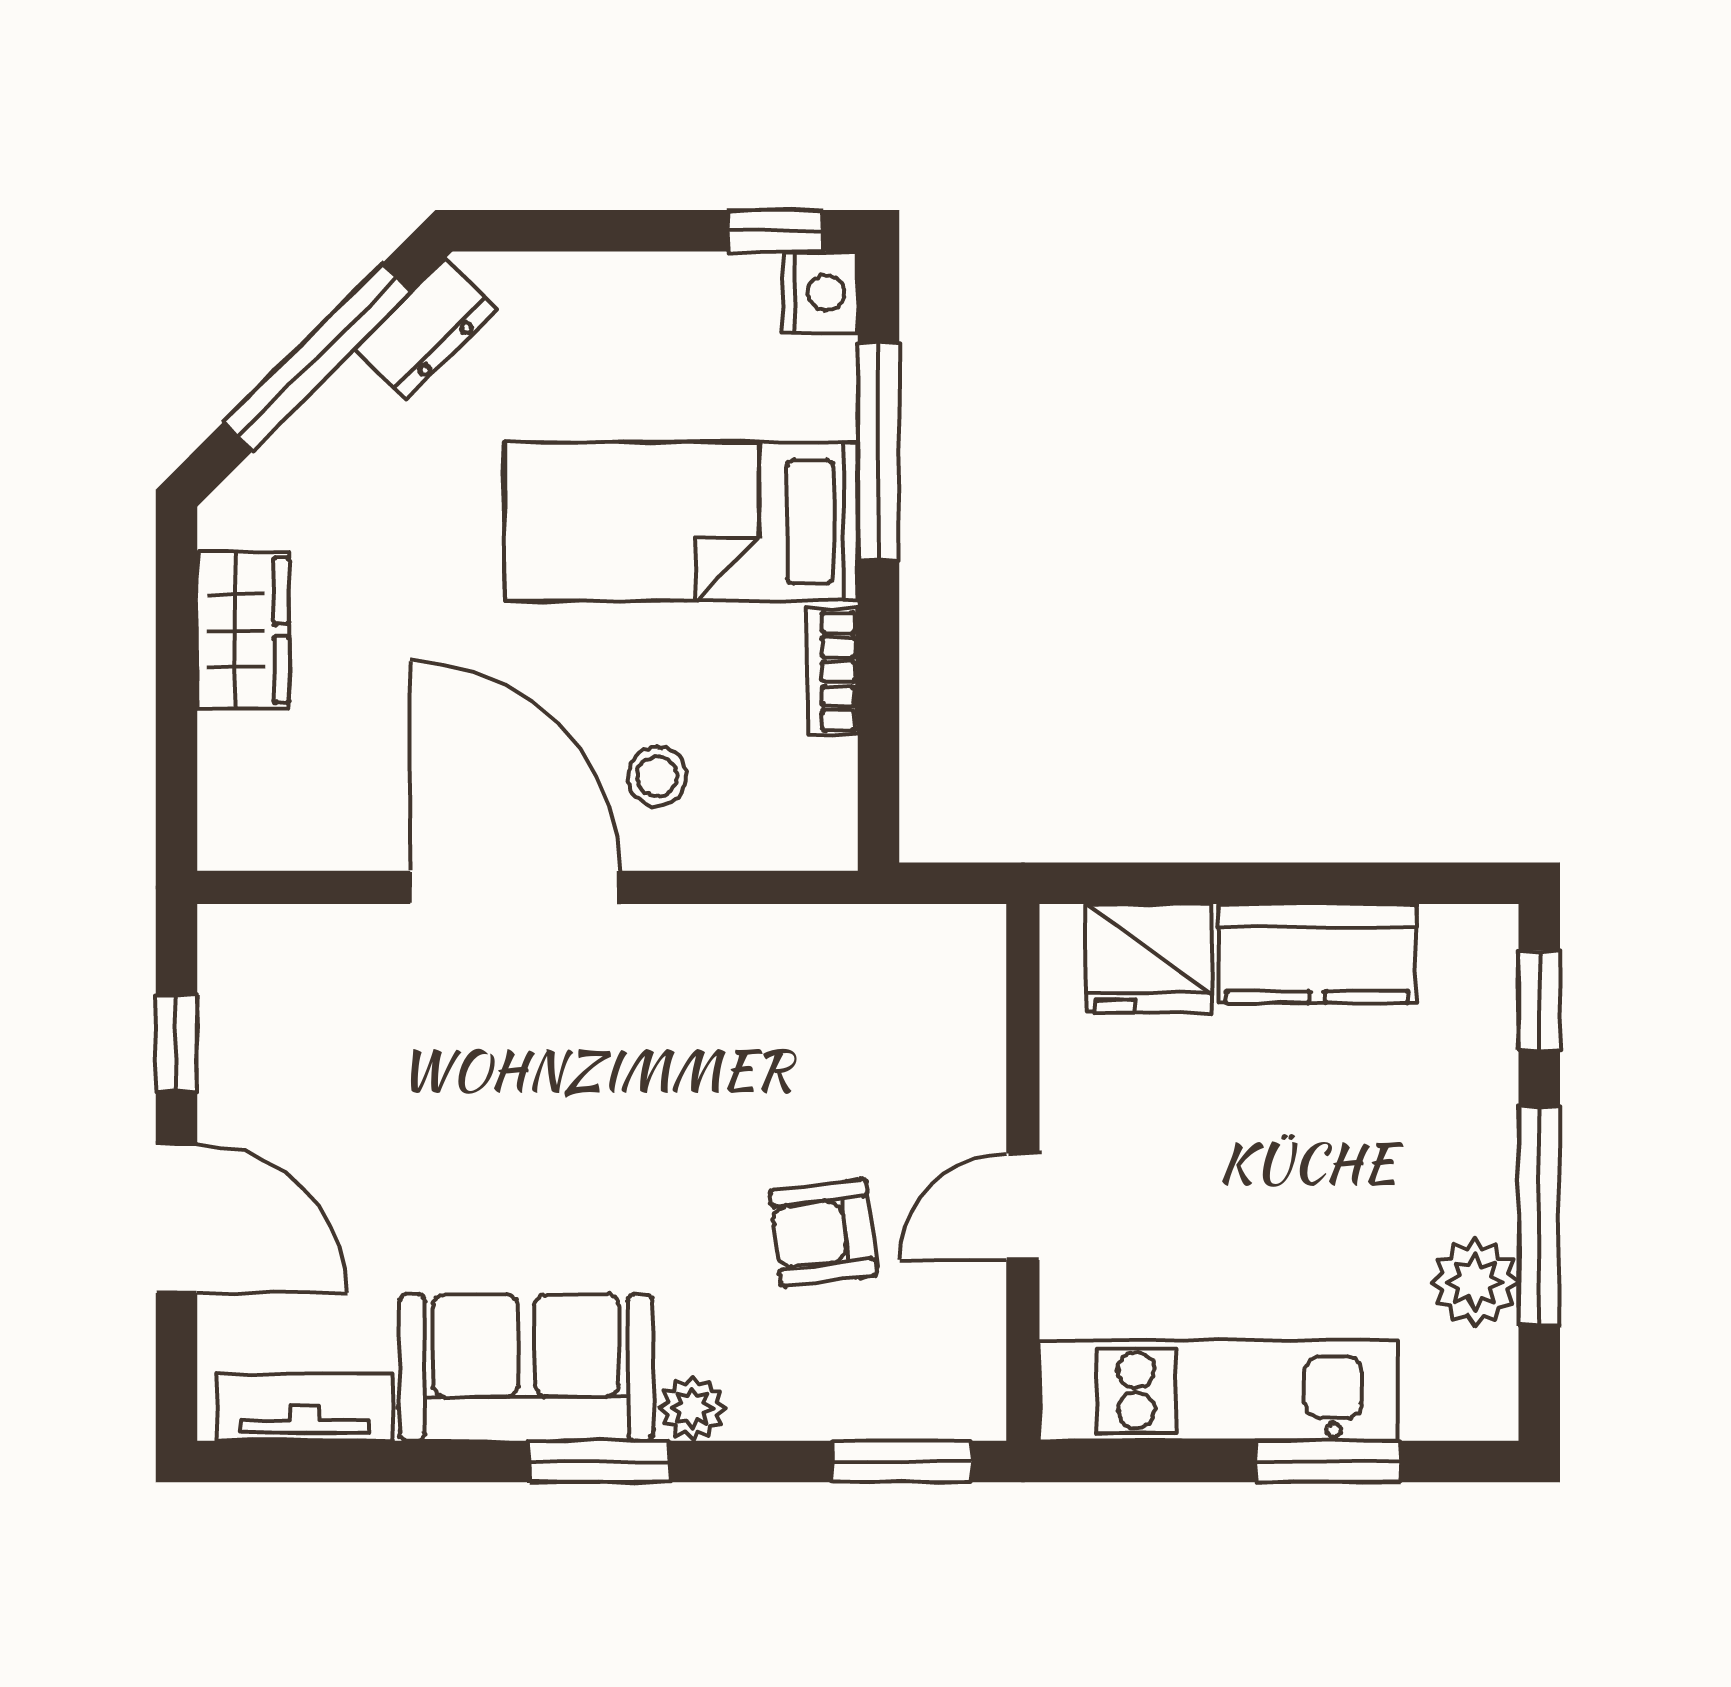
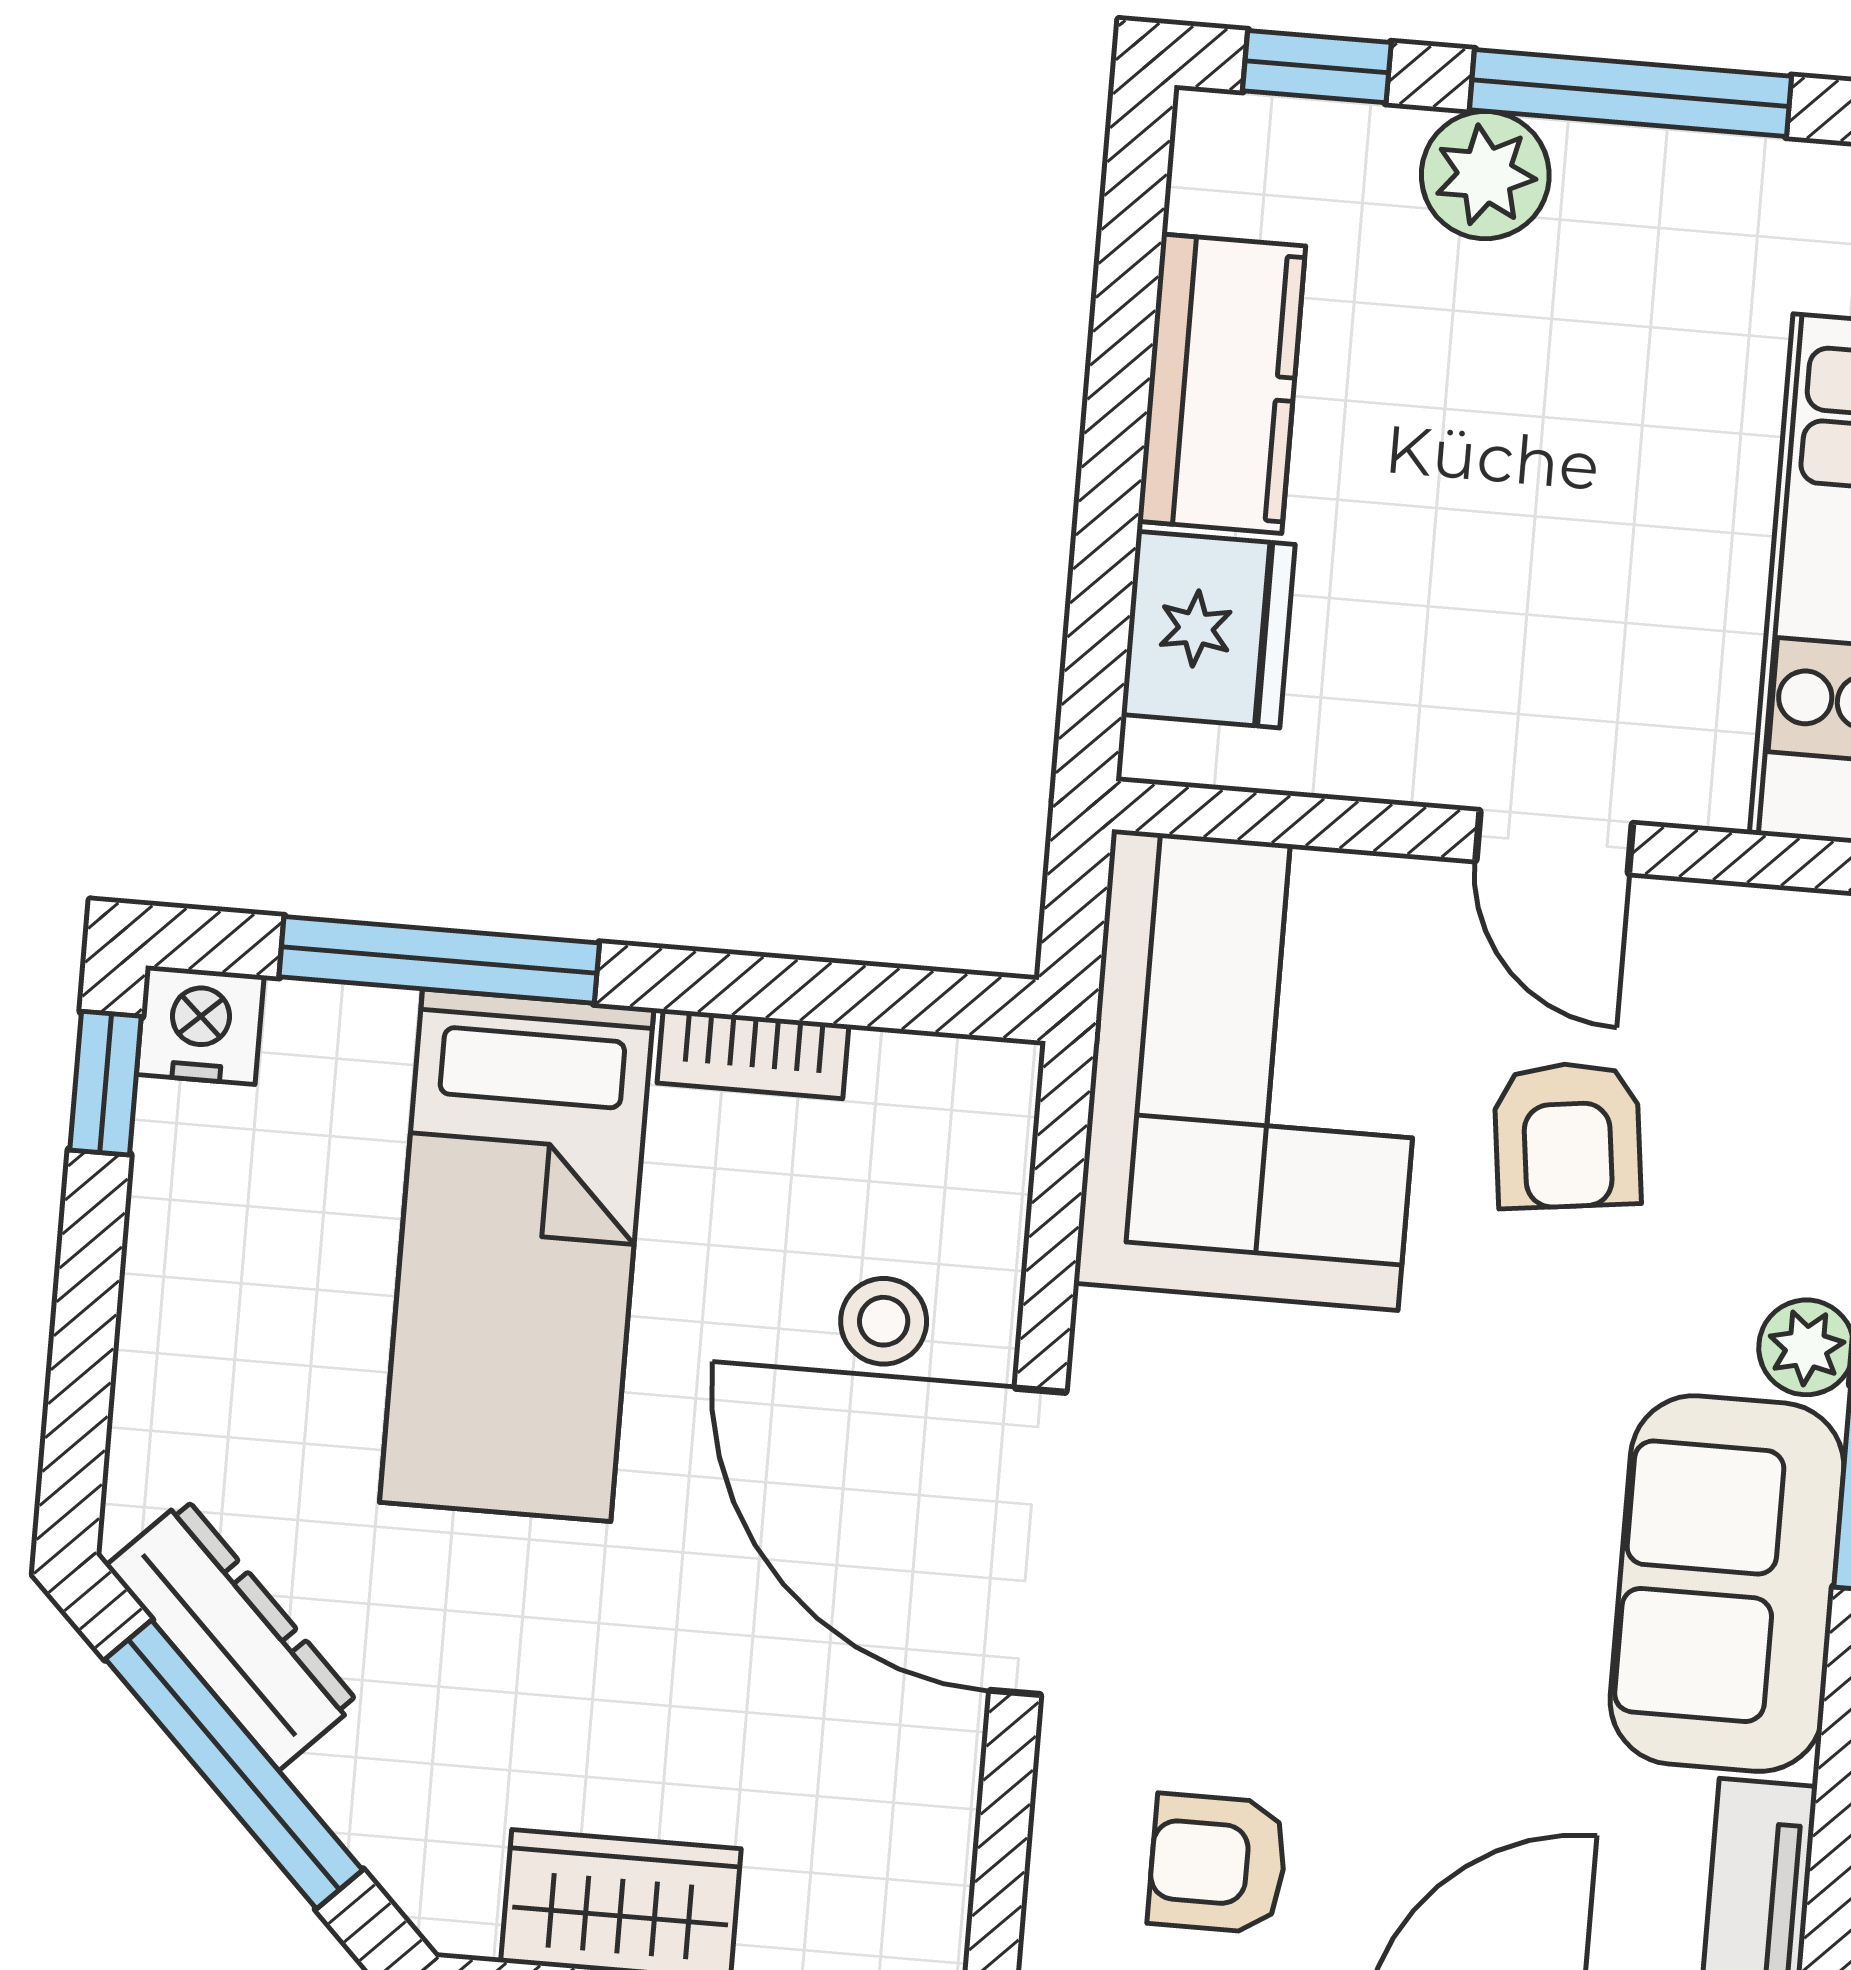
dresser: (426, 329) -> (232, 1634), width x1.44
door: (515, 887) -> (1028, 1541), hinge flipped
corner sofa: (850, 1015) -> (1255, 1070), added
armchair: (306, 1036) -> (1218, 1864), added
plant: (1475, 1282) -> (1485, 175), moved

